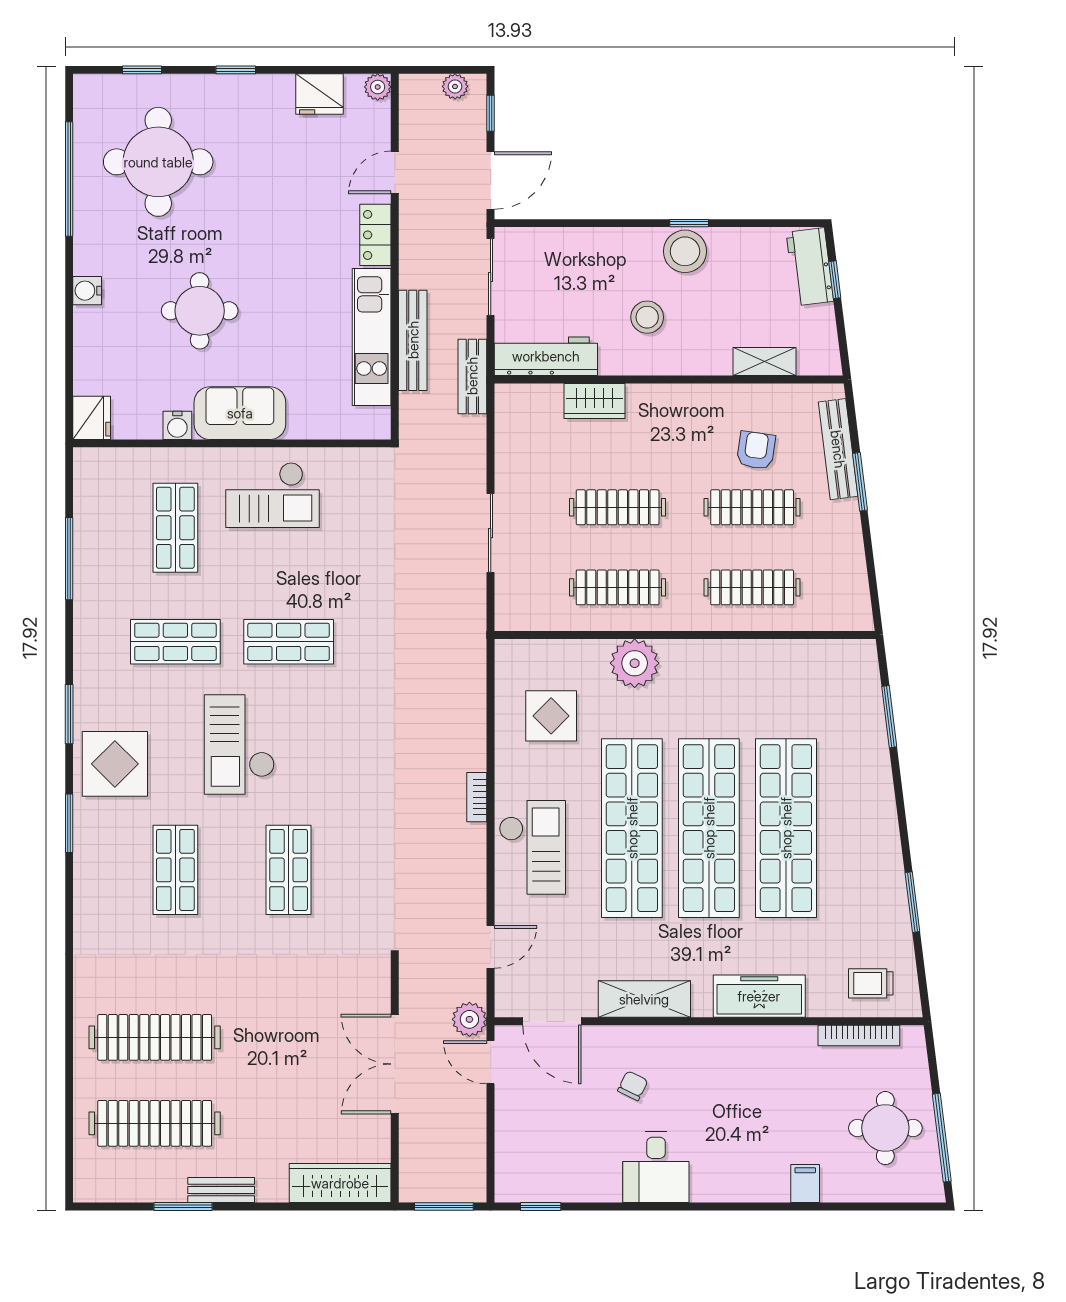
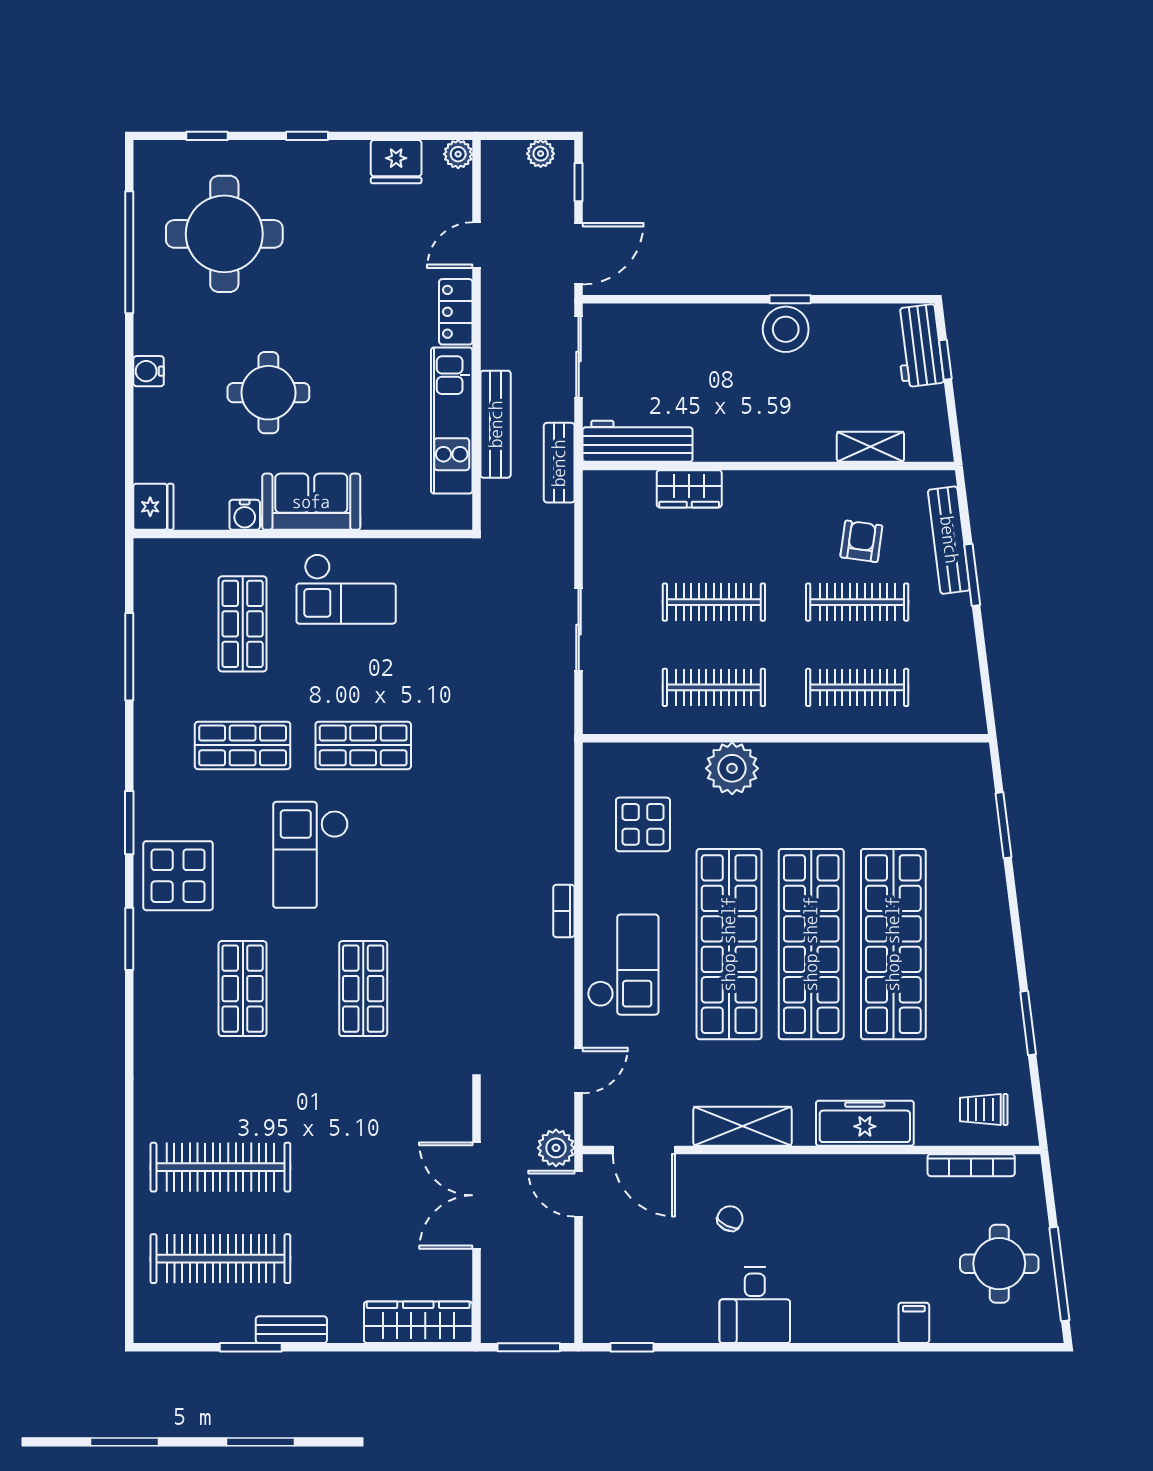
stool: (647, 317) -> (745, 399), removed

